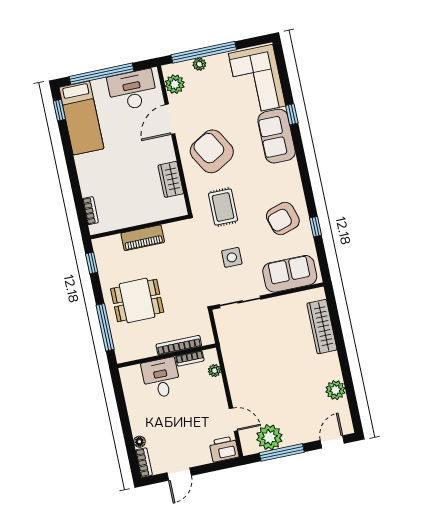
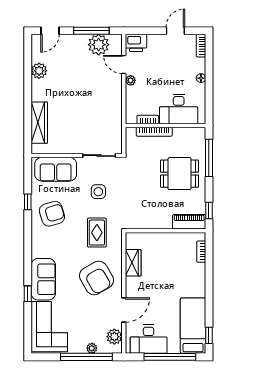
piano: (143, 238) -> (189, 222), moved
plant: (214, 371) -> (131, 80), moved
desk: (161, 378) -> (179, 109), width x1.37
floor lamp: (139, 442) -> (201, 78), moved

